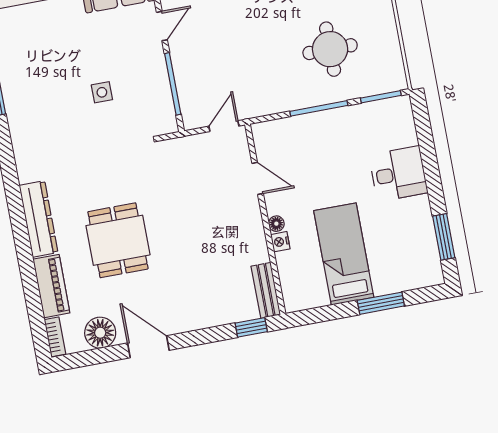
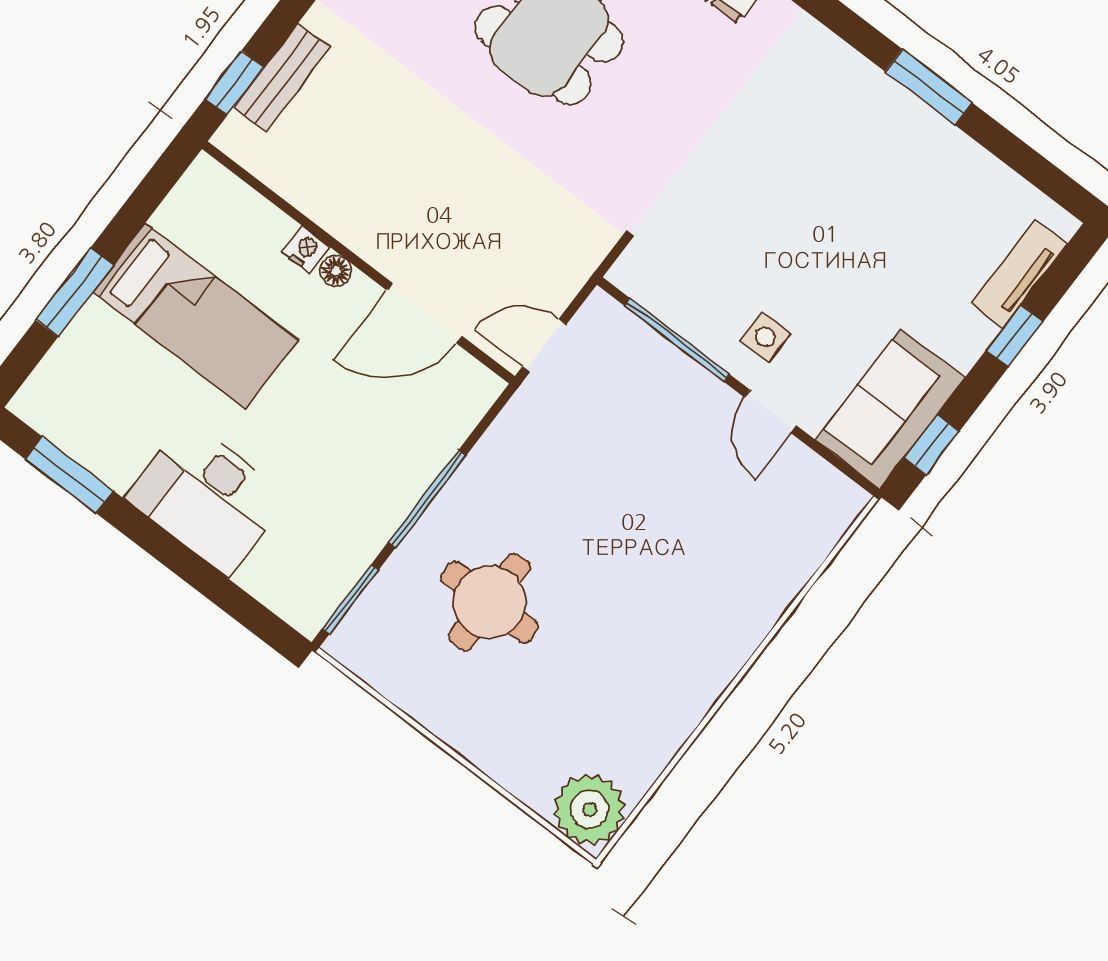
side table: (102, 92) -> (765, 337), moved
door: (224, 126) -> (544, 345), swing flipped
desk: (398, 174) -> (207, 497), width x1.37
door: (258, 178) -> (424, 313), width x1.38
bench: (266, 290) -> (282, 78), moved, turned 90

